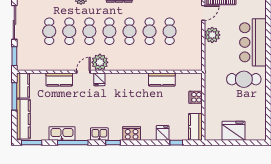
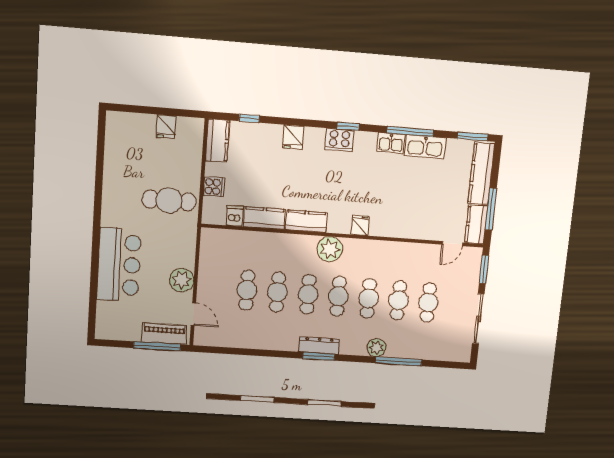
door: (203, 13) -> (193, 314), swing flipped
plant: (100, 62) -> (330, 249), moved
door: (83, 72) -> (452, 244), moved
kitchen counter: (59, 79) -> (306, 221), moved
dishwasher: (181, 79) -> (234, 216), added
cafe table: (244, 79) -> (169, 200), moved
fridge: (234, 131) -> (166, 127), width x0.53, depth x0.75
cooker: (132, 133) -> (339, 140), moved
fridge: (163, 133) -> (293, 137), moved
kitchen sink: (99, 134) -> (391, 143), moved

